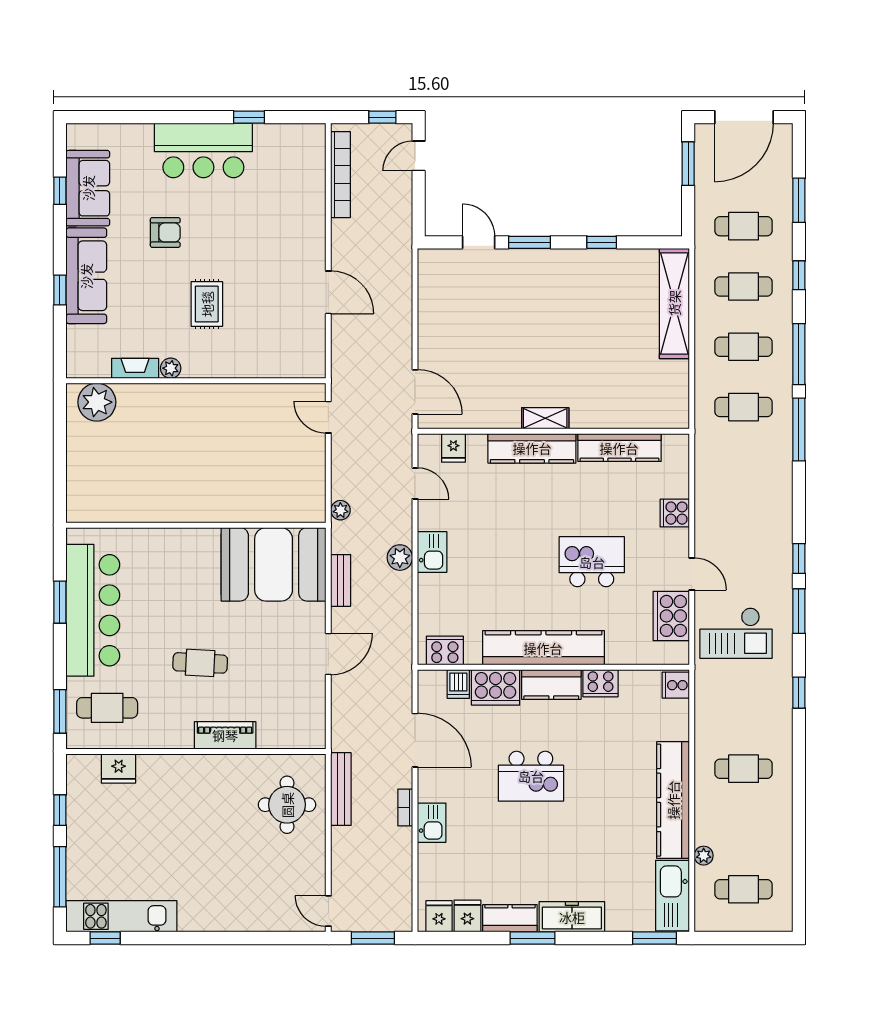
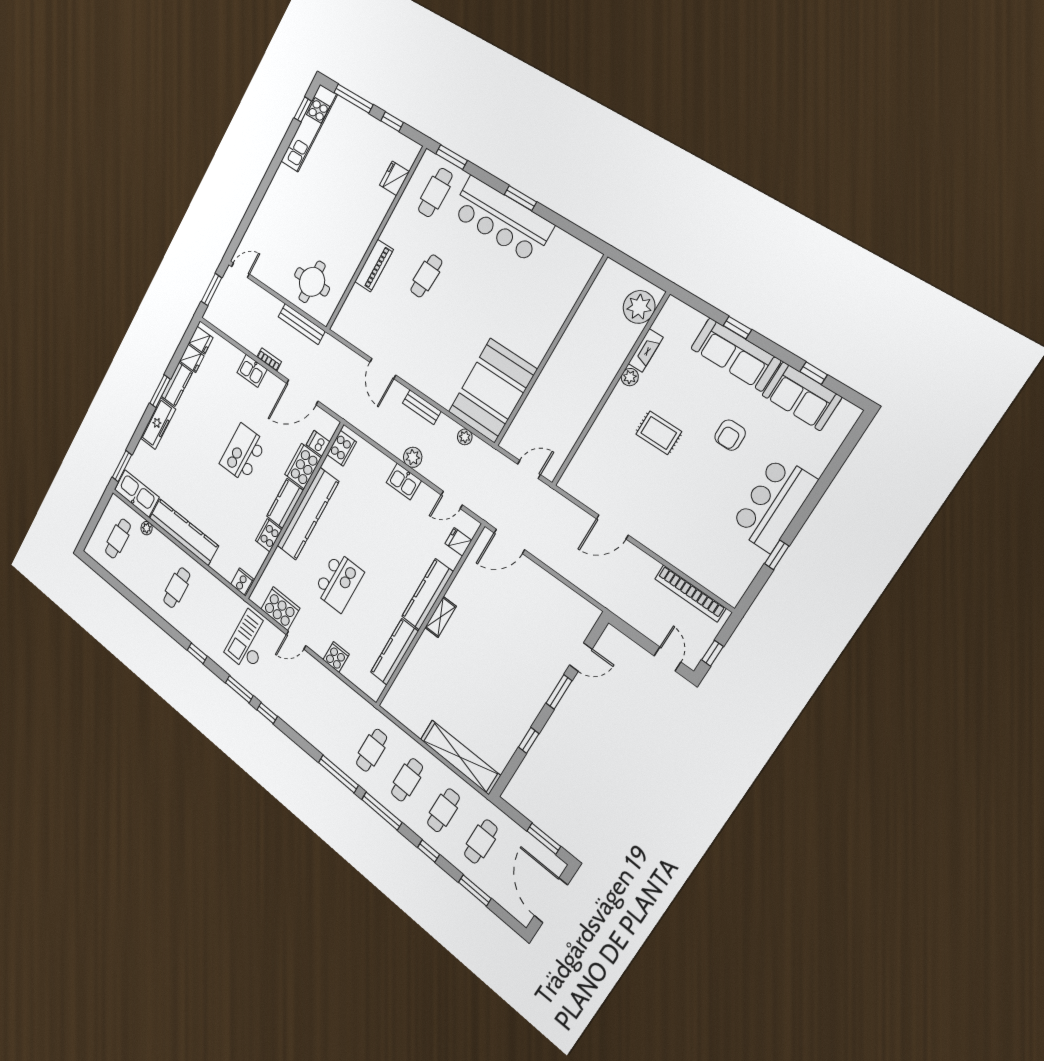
wall: (196, 525) -> (550, 352), moved
booth: (274, 564) -> (492, 391), moved

